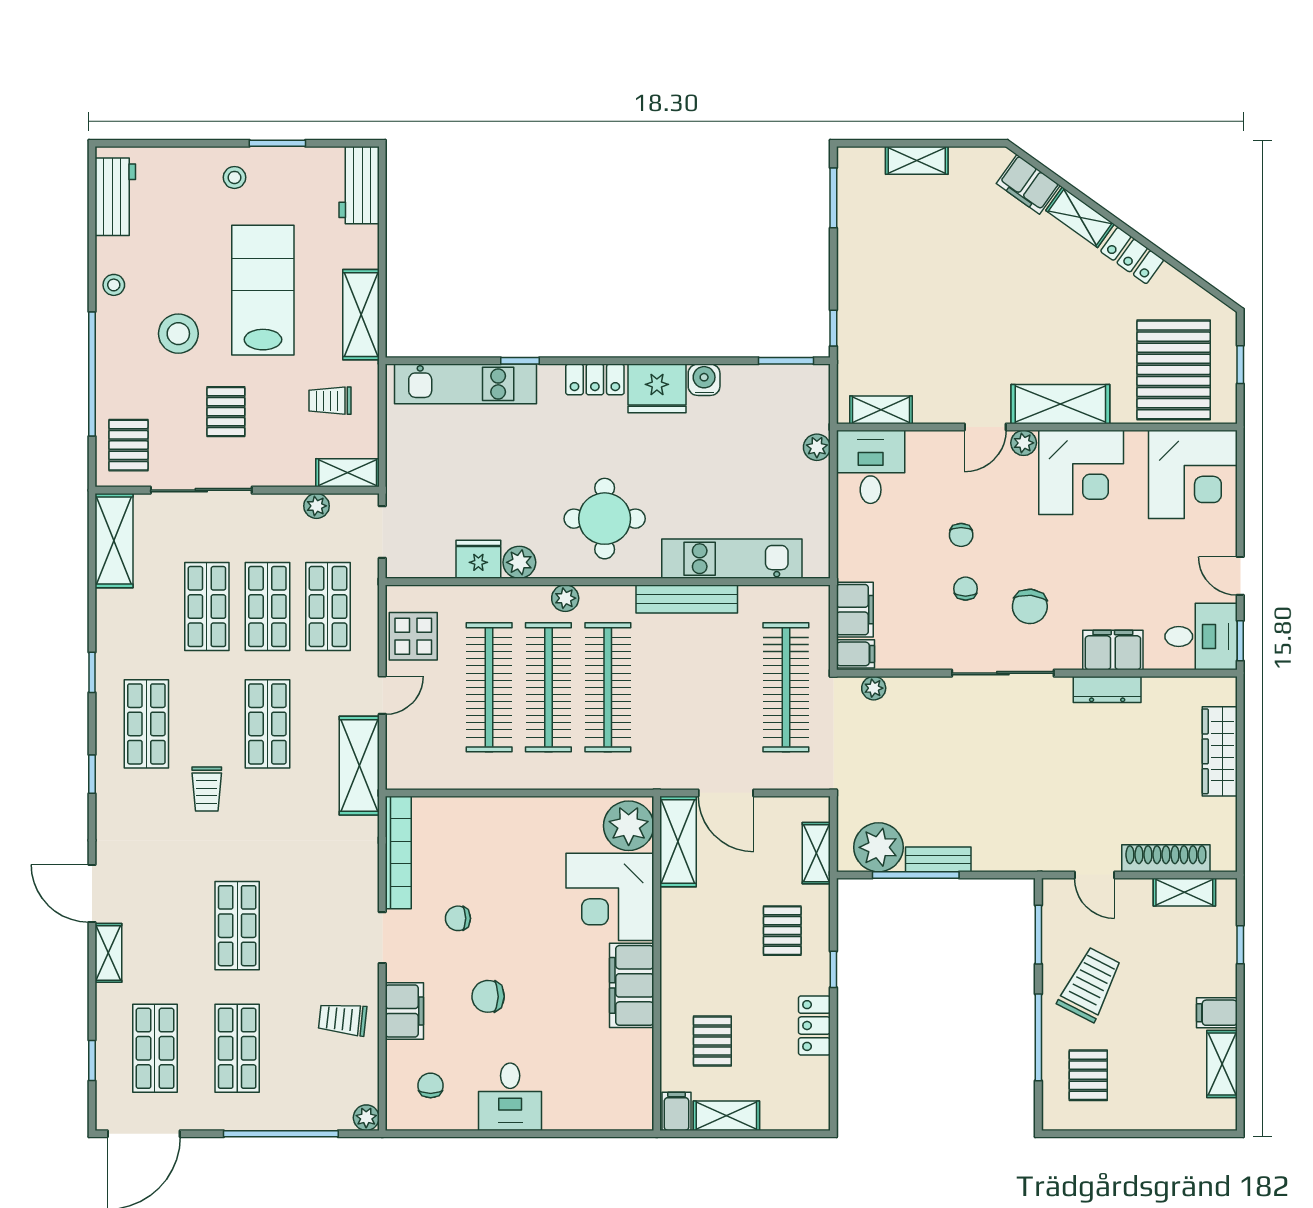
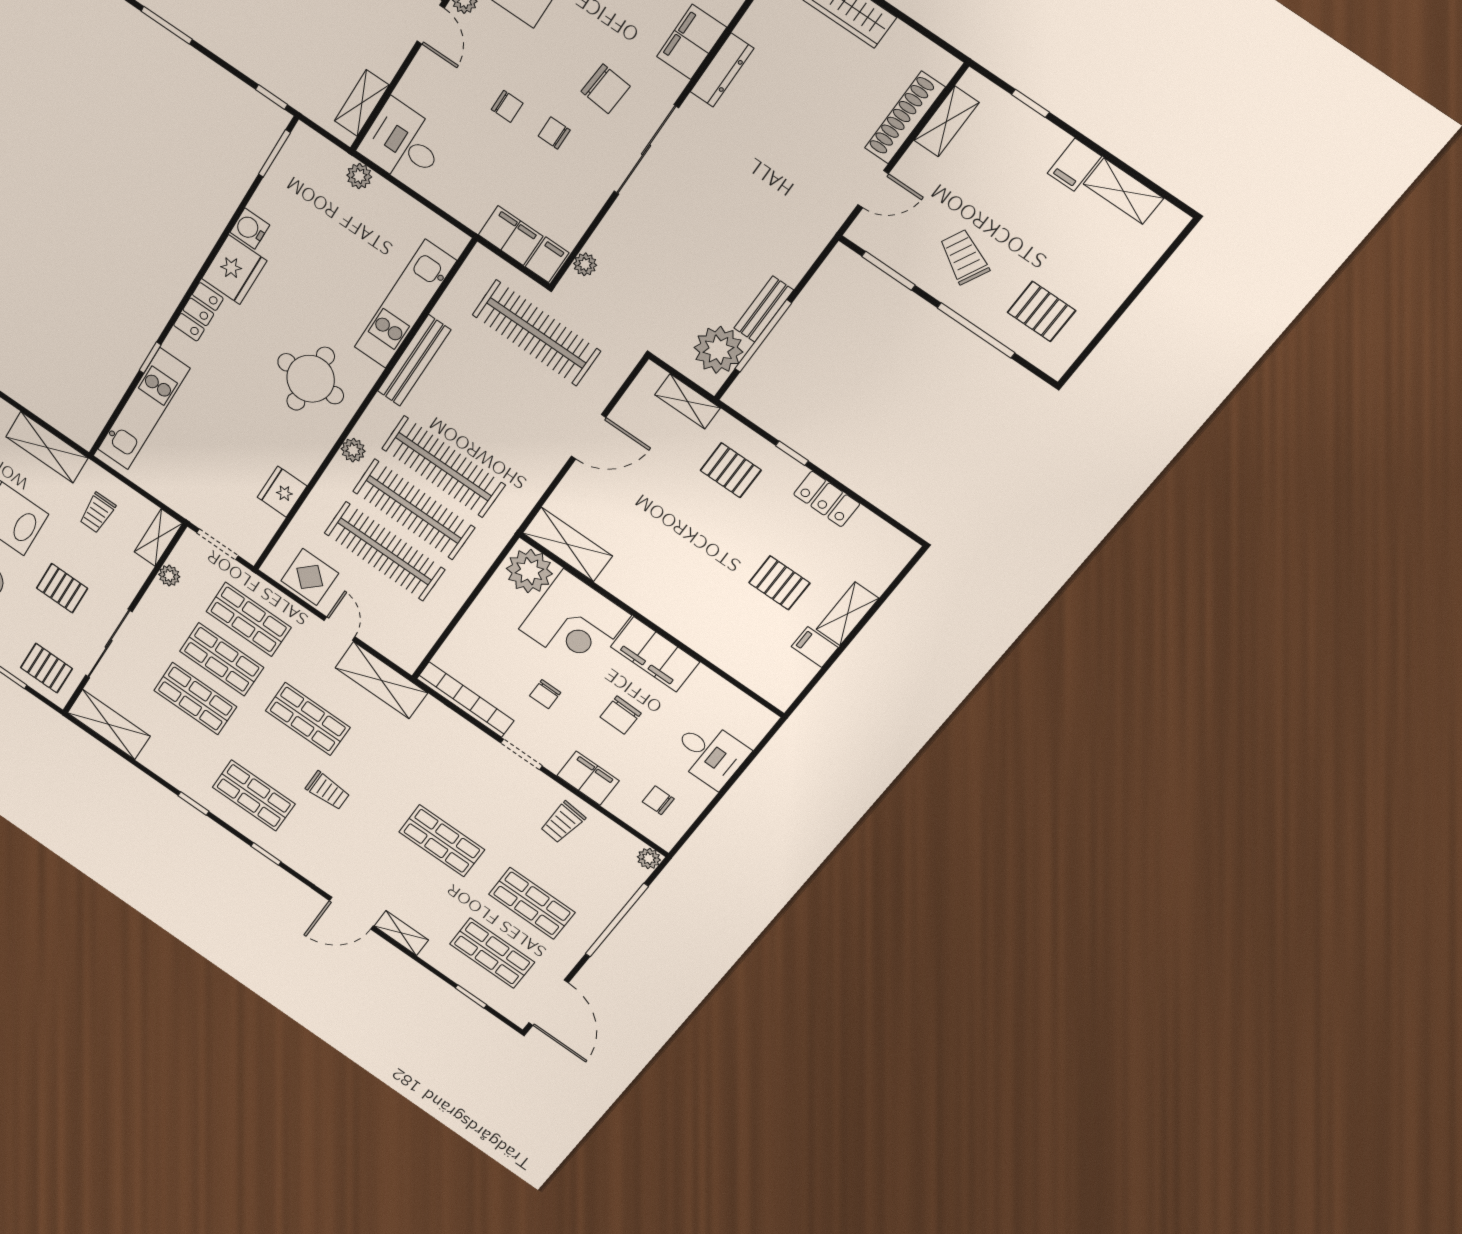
plant: (519, 562) -> (304, 464), removed
plant: (629, 826) -> (529, 571), moved
shelving: (678, 841) -> (567, 544), moved
corner desk: (610, 897) -> (575, 622), moved
wall: (657, 963) -> (651, 625), moved
trolley: (1090, 984) -> (964, 257), width x0.73, depth x0.72
filing cabinet: (632, 985) -> (655, 654), moved

